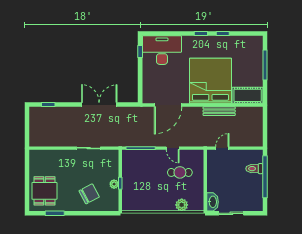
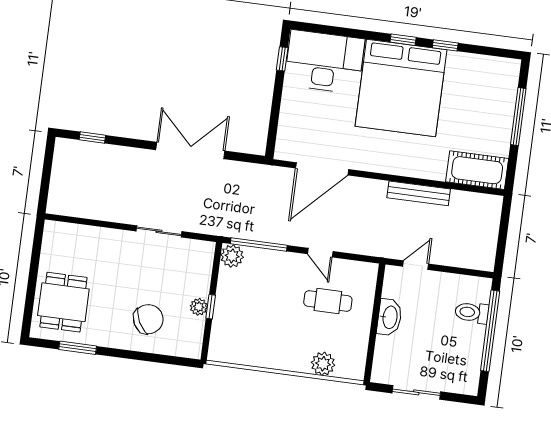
bed: (210, 81) -> (401, 88), moved, turned 180
plant: (128, 156) -> (232, 256), added
washbasin: (213, 202) -> (389, 317), moved

